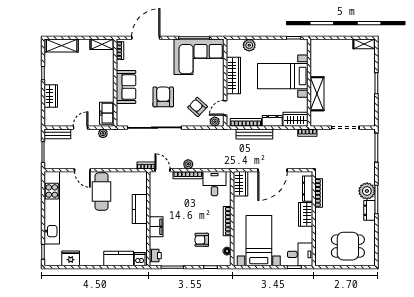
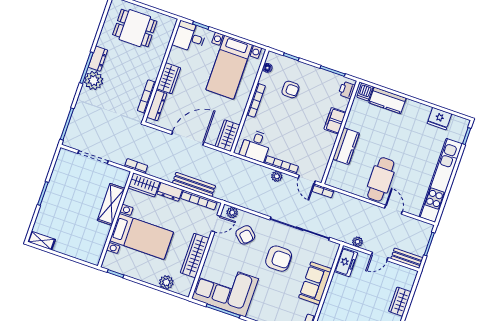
armchair: (163, 97) -> (279, 259), turned -90

